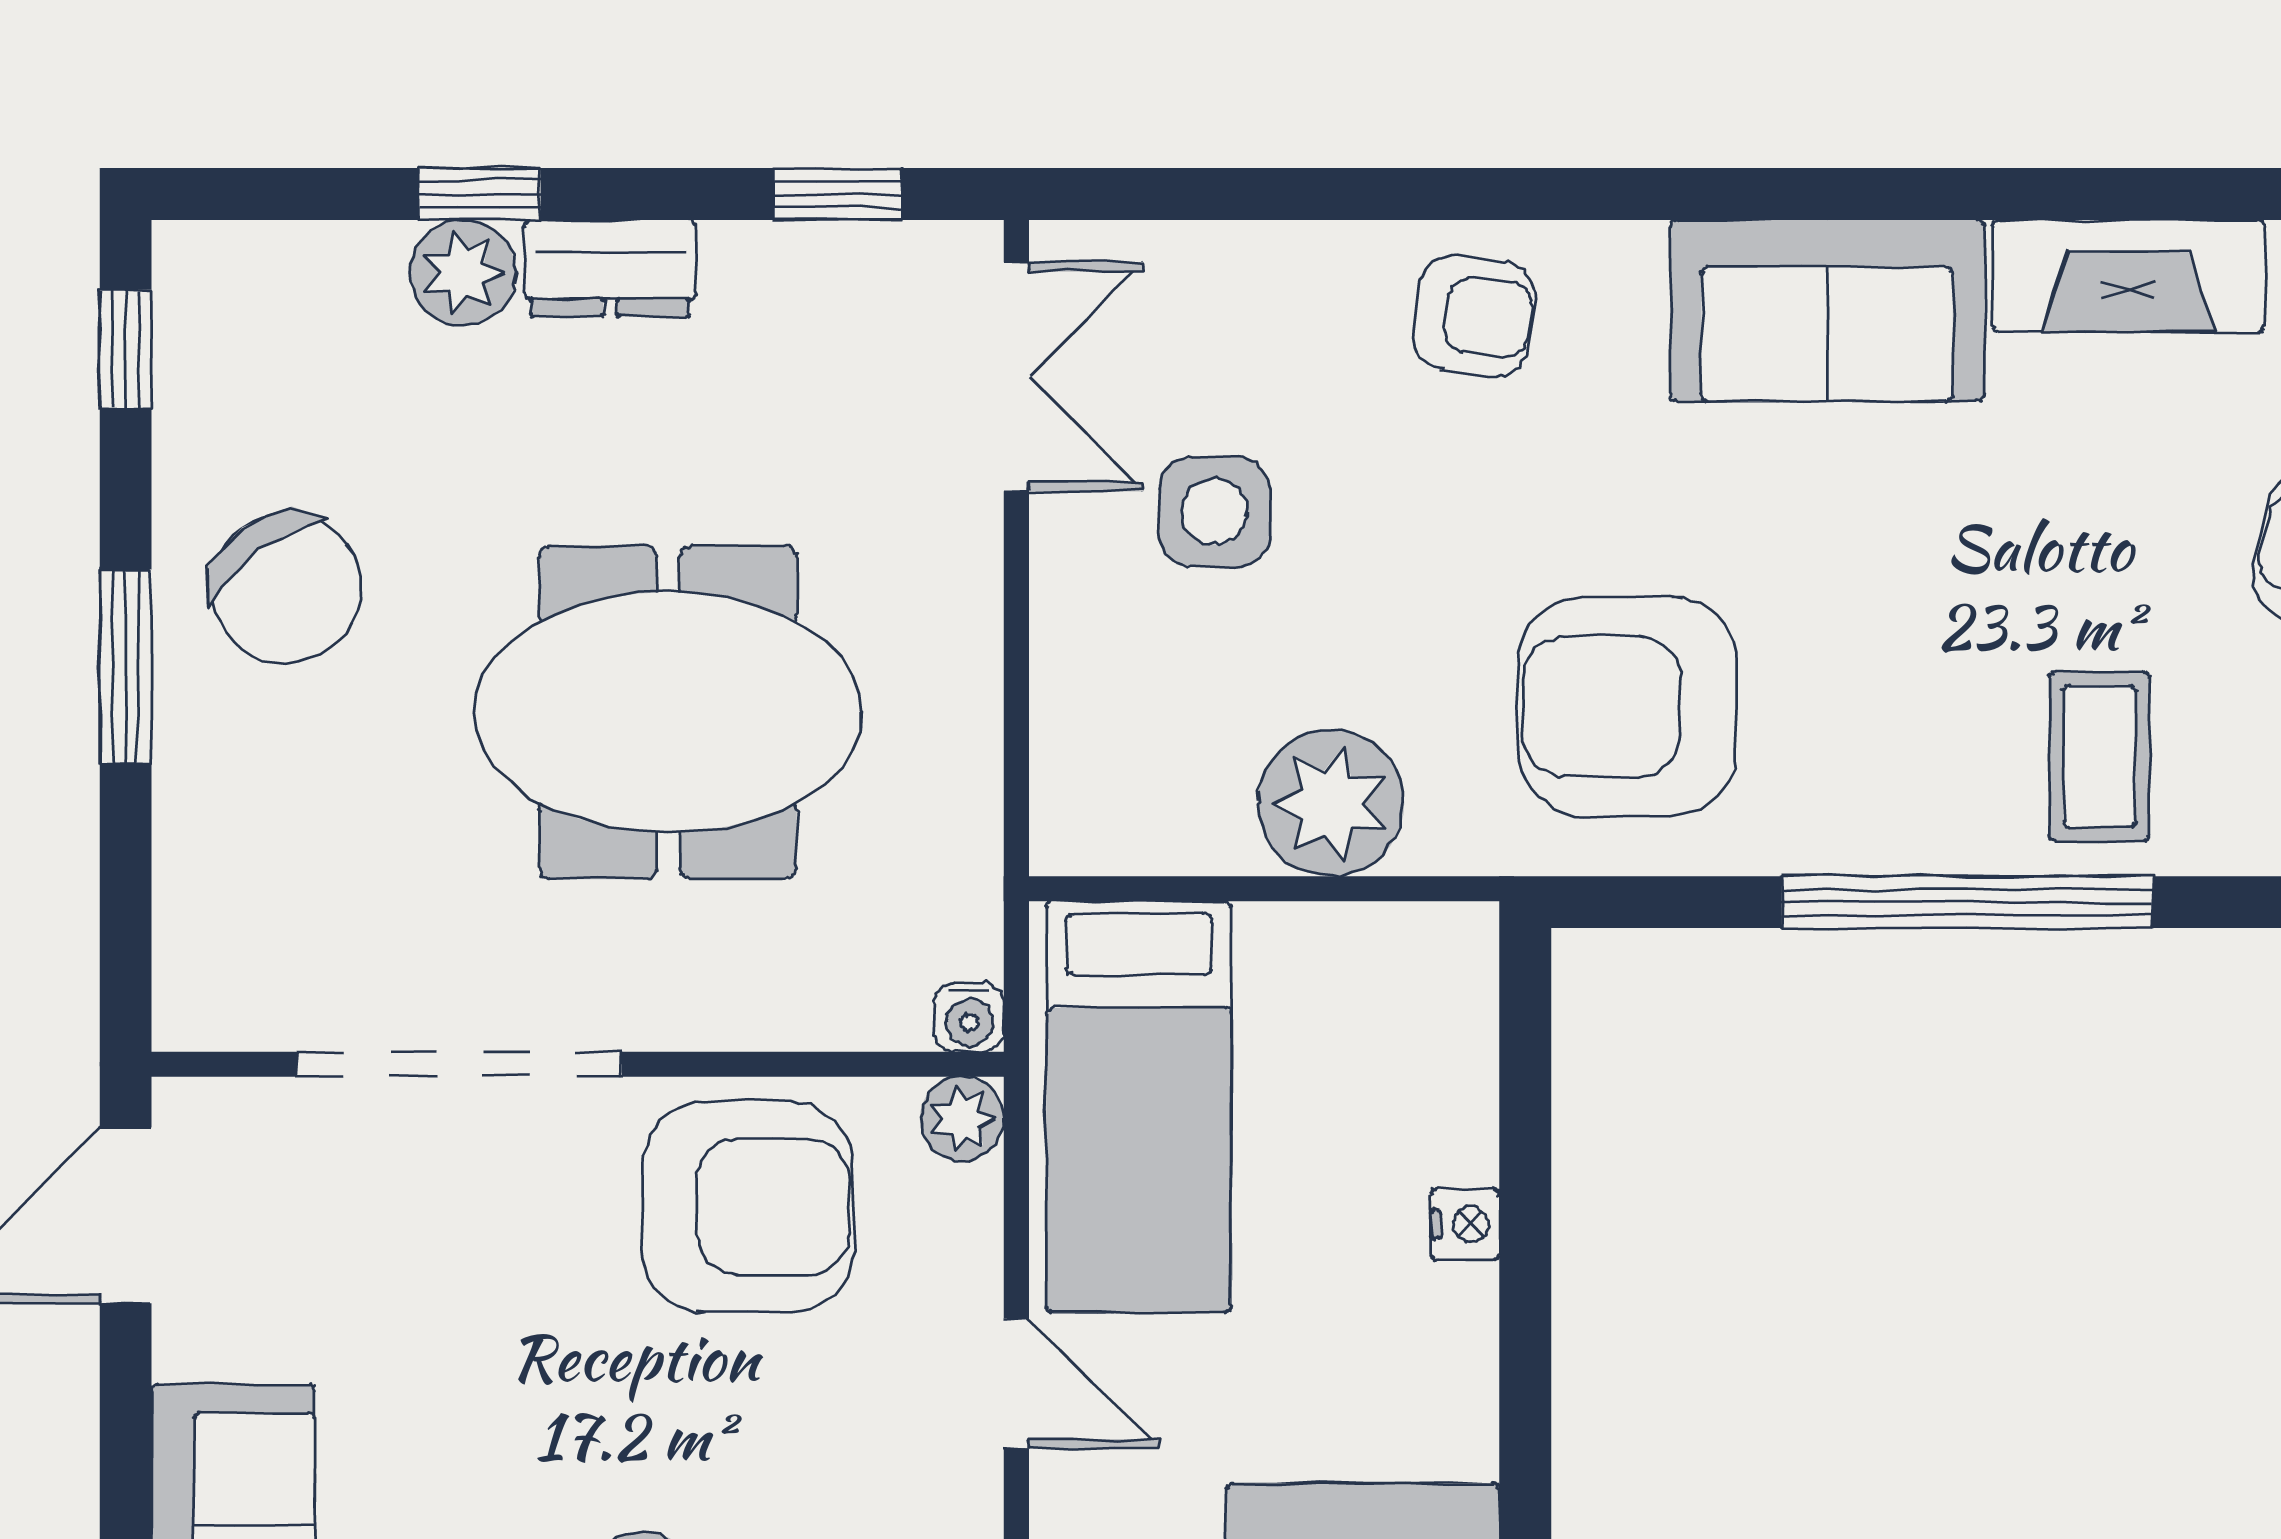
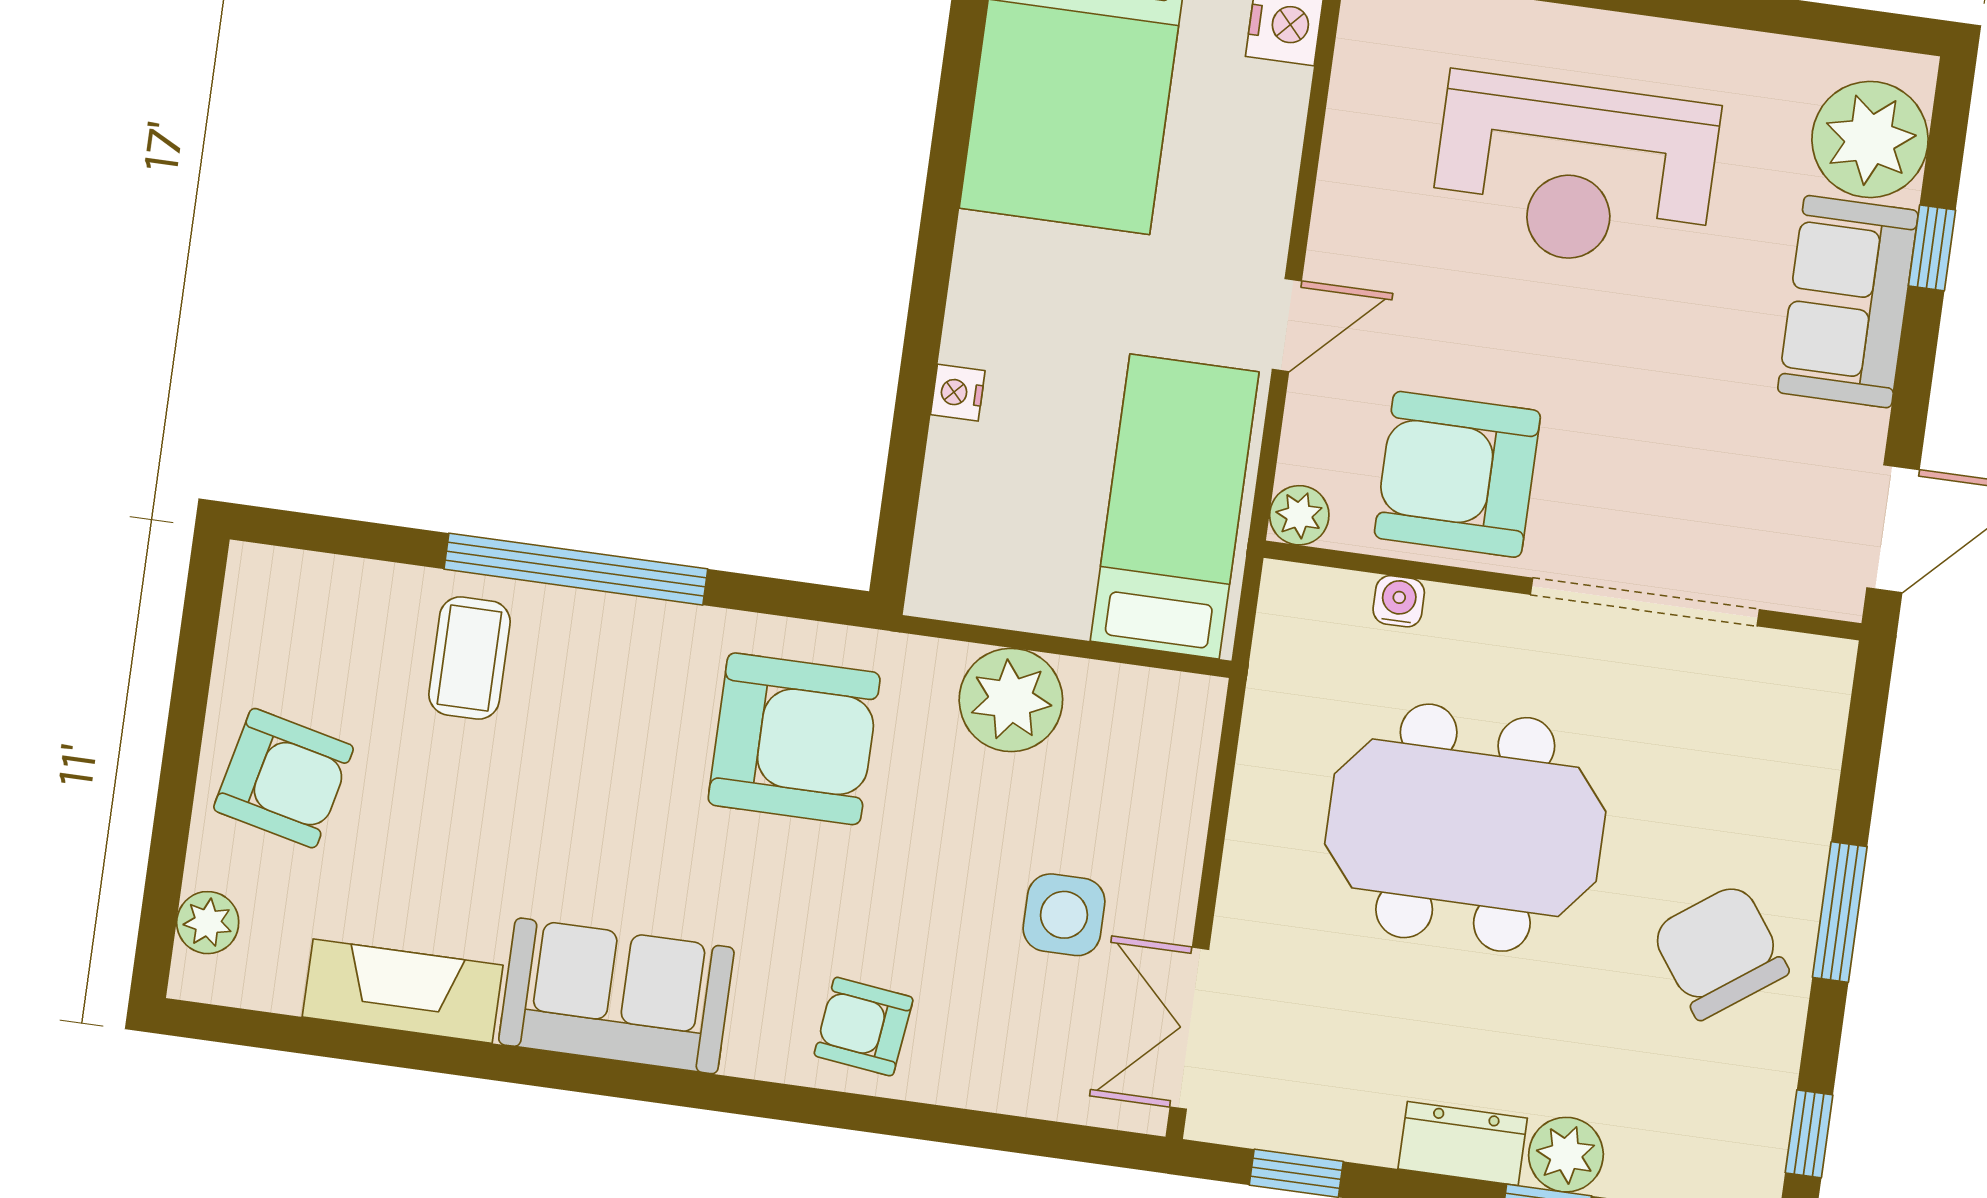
water cooler: (969, 1017) -> (1399, 601), moved
door: (1016, 1383) -> (1287, 325), swing flipped

